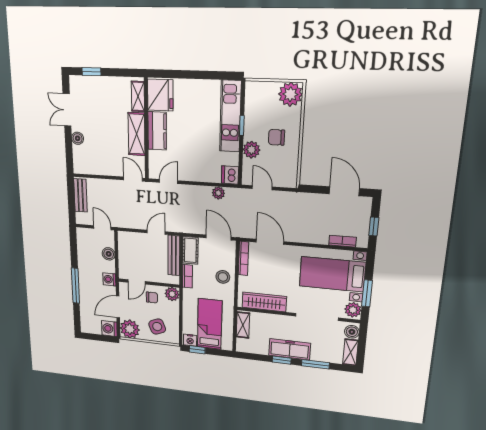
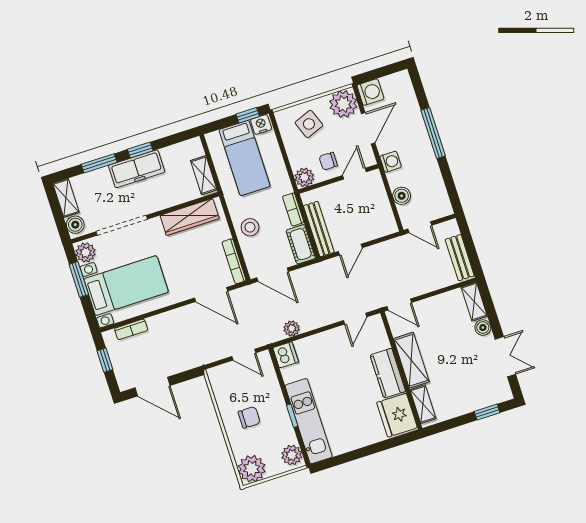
plant: (251, 150) -> (292, 455), moved
shelving: (79, 160) -> (474, 302), added

